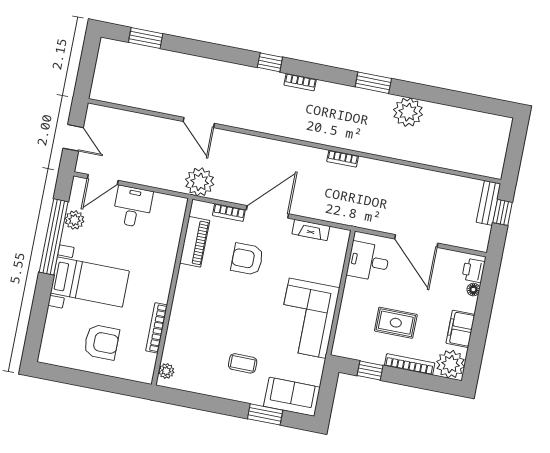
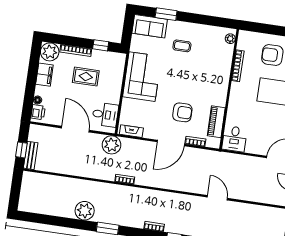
plant: (200, 182) -> (112, 145), moved
desk: (133, 207) -> (234, 139), moved
fireplace: (311, 230) -> (131, 131), moved

